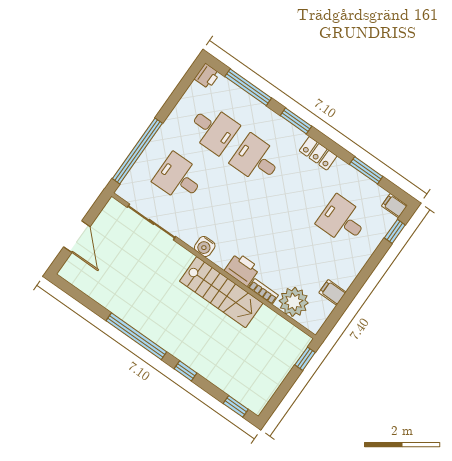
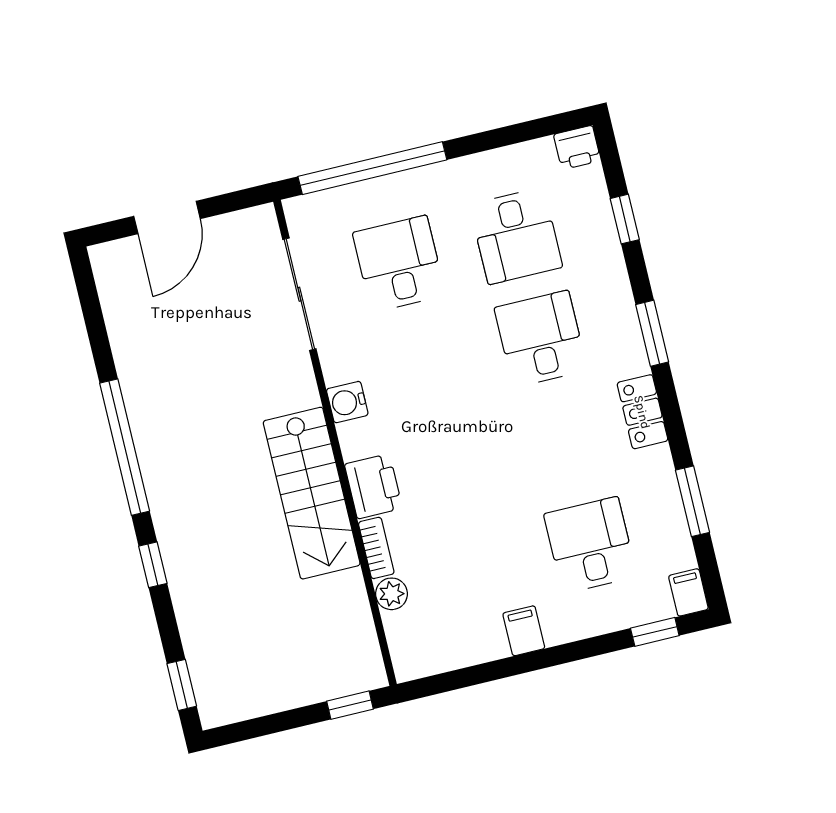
window: (248, 87) -> (625, 219), width x0.46
filing cabinet: (333, 292) -> (524, 631), moved
plant: (294, 302) -> (392, 594), width x0.53, depth x0.53

